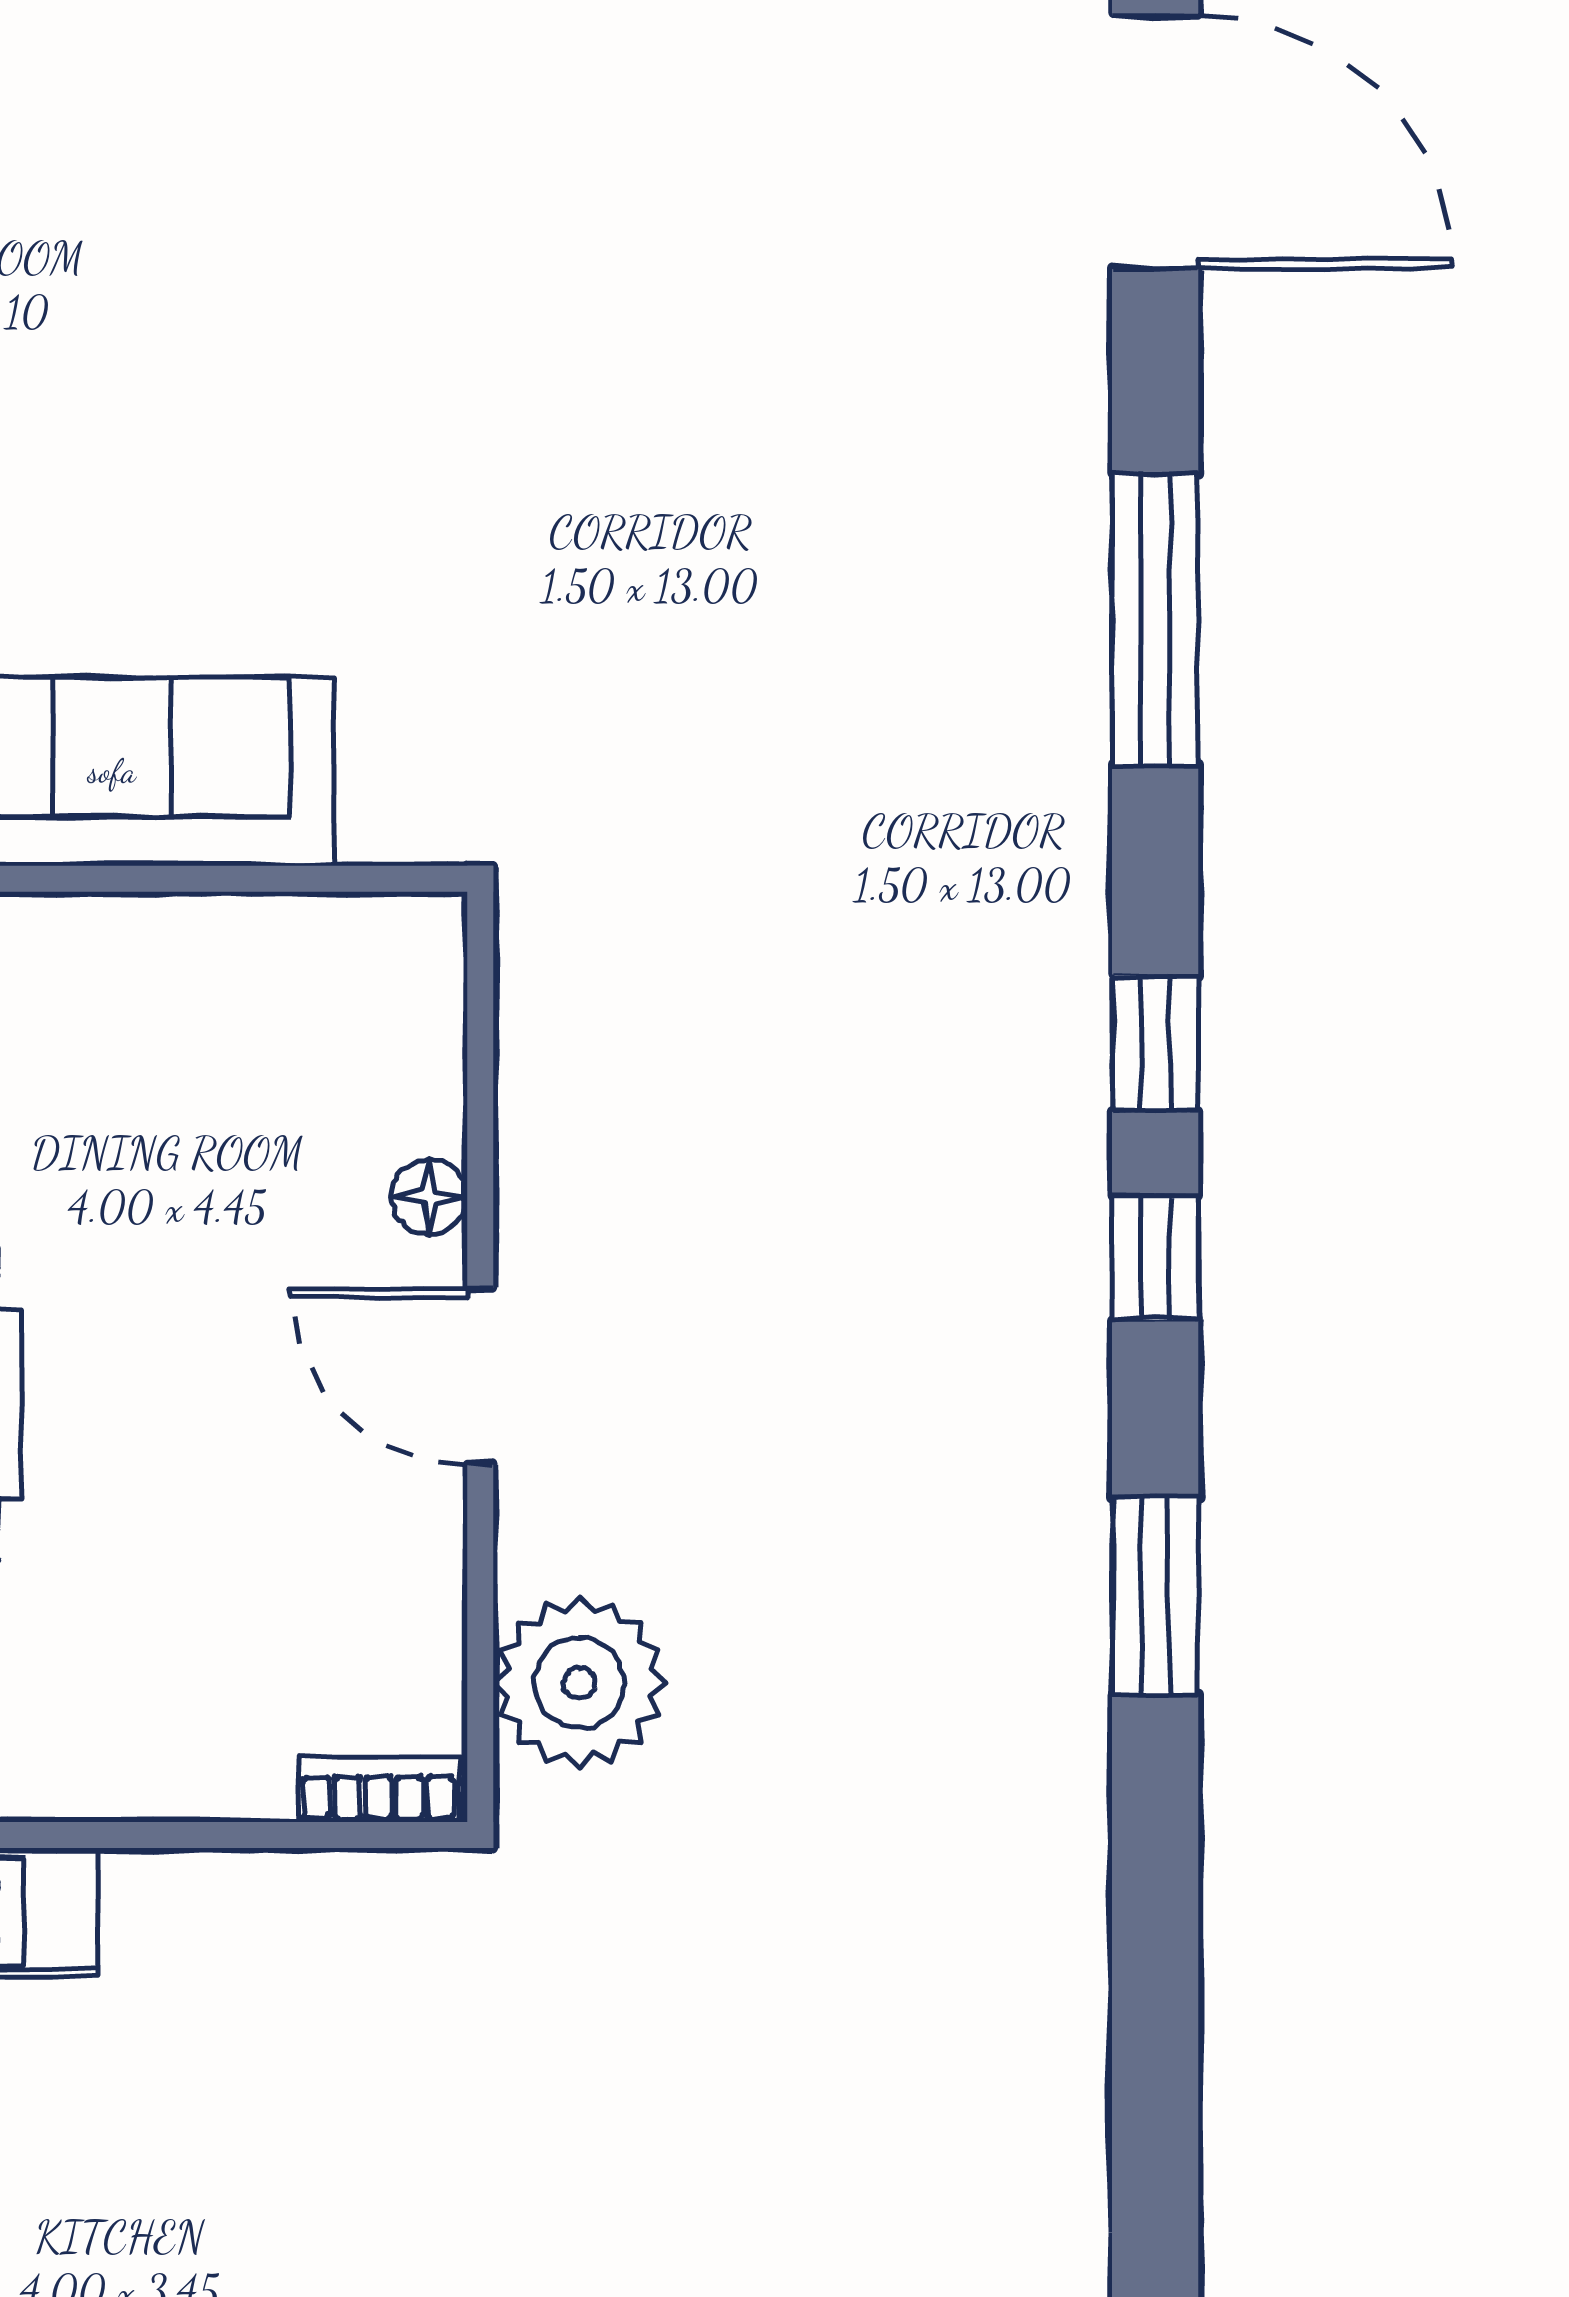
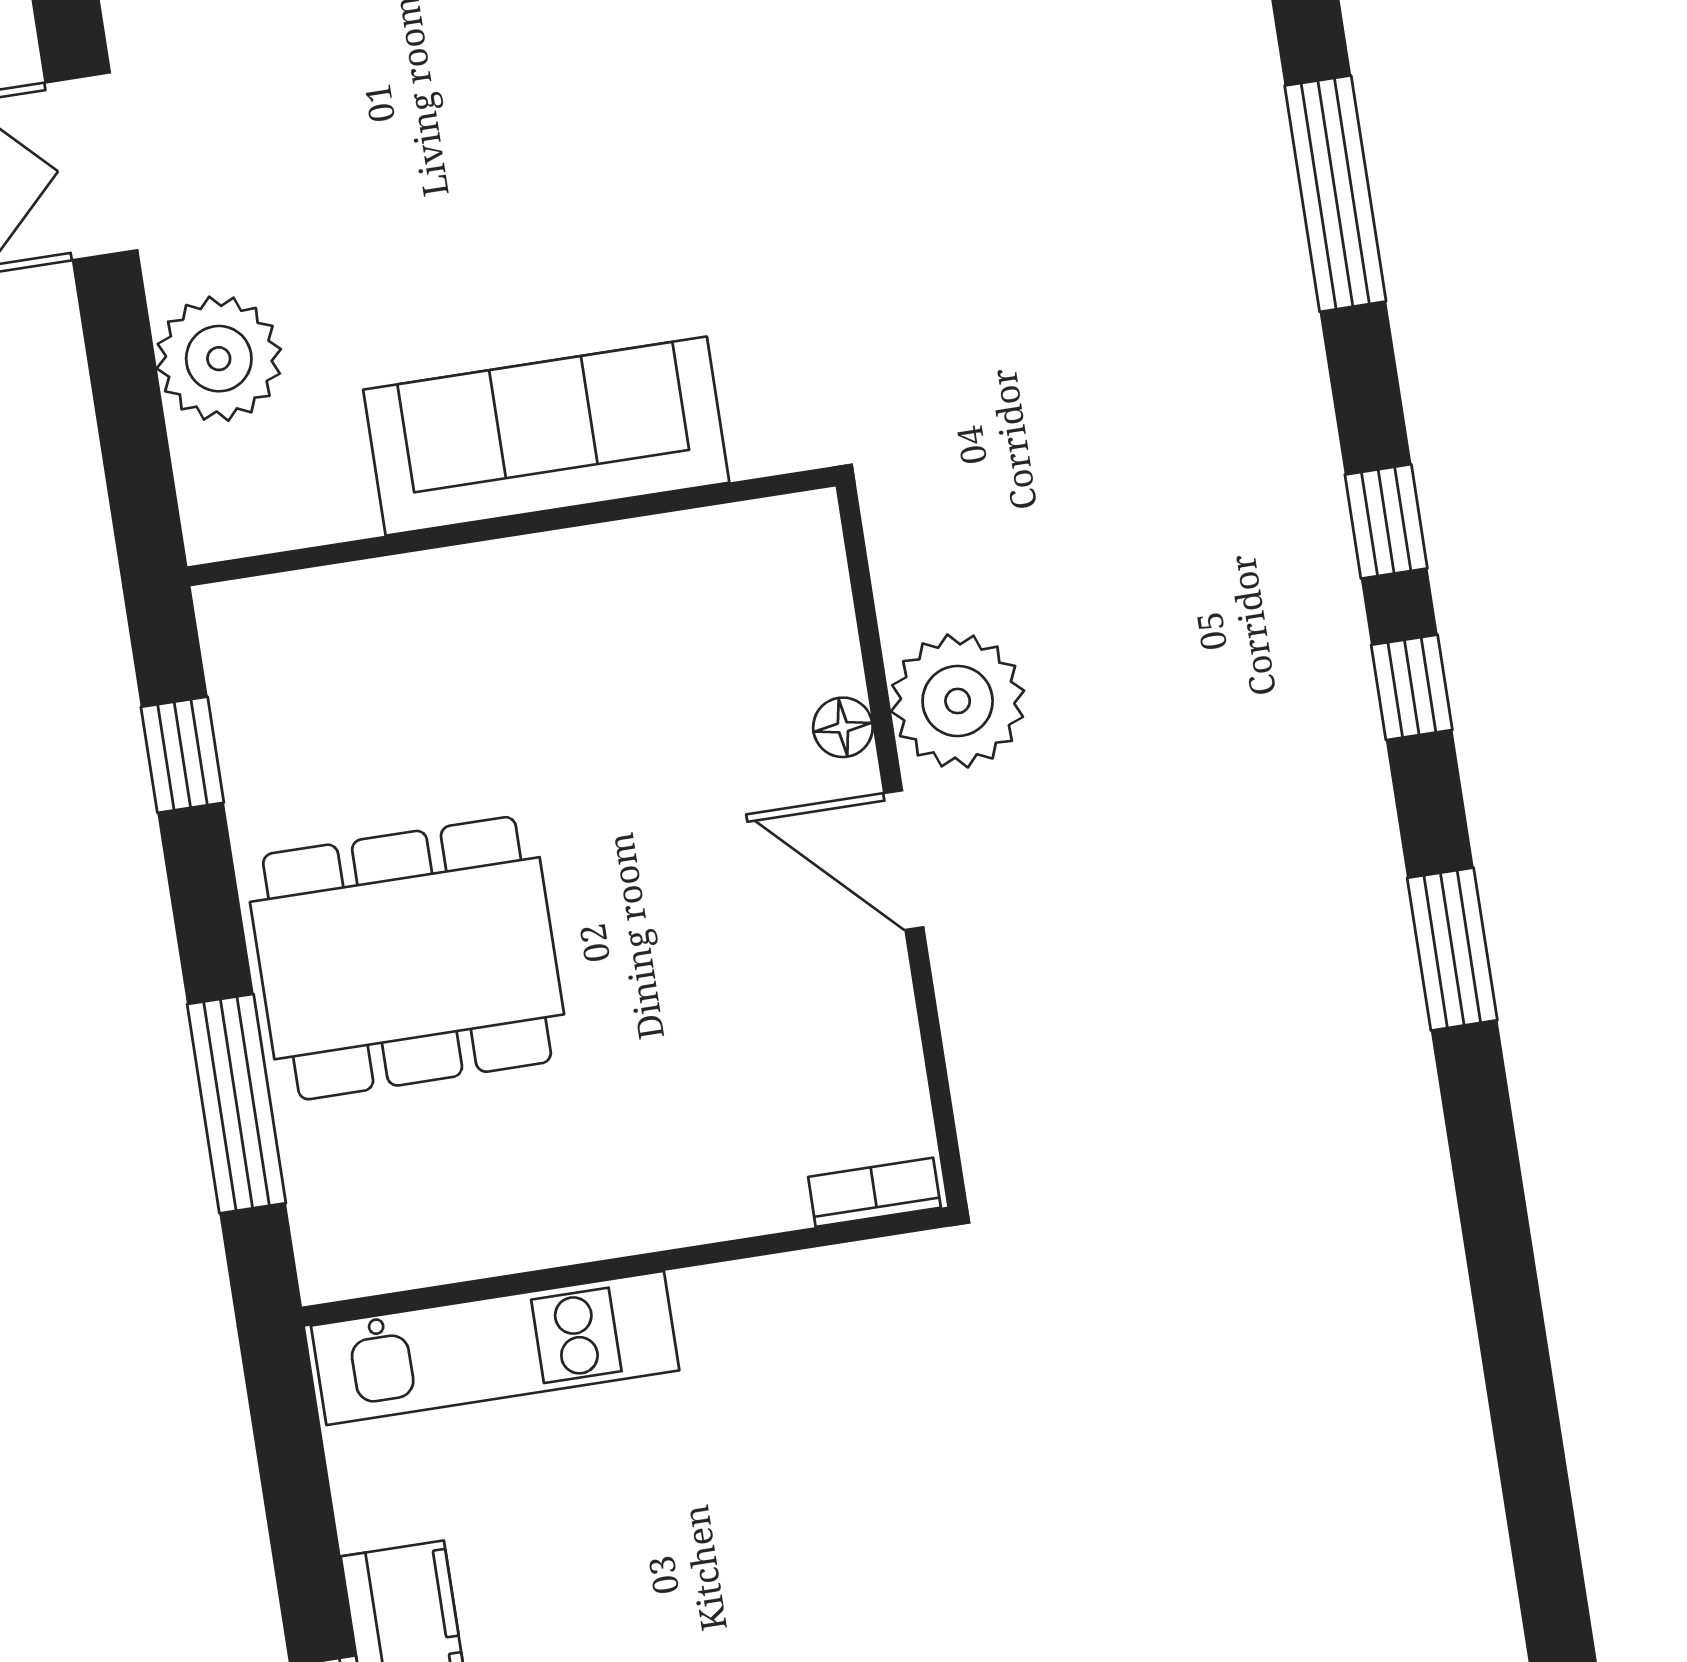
plant: (579, 1683) -> (958, 701), moved

